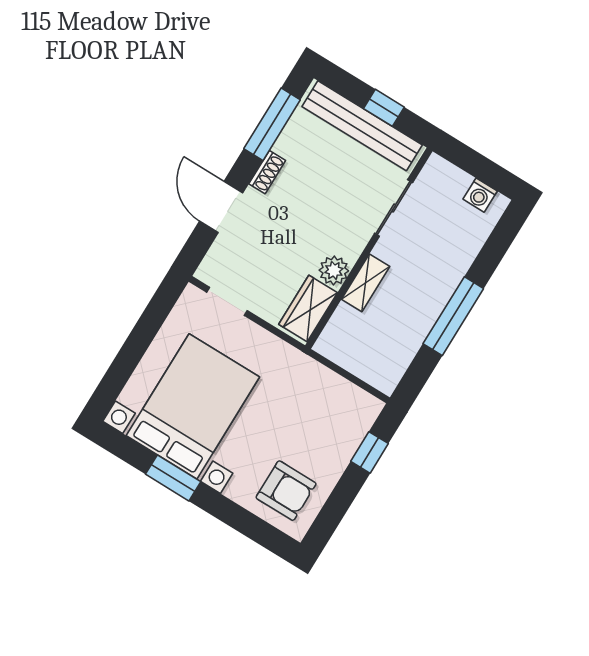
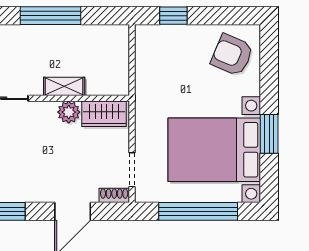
shoe rack: (267, 172) -> (114, 195), moved
window: (136, 346) -> (198, 211), added
armchair: (286, 491) -> (232, 55), turned -67

